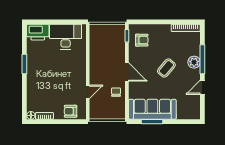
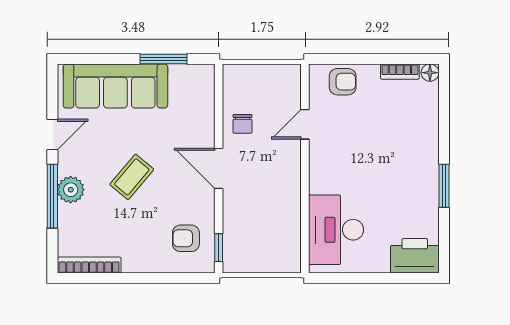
desk: (66, 37) -> (336, 230), moved, turned 90
sofa: (152, 109) -> (115, 86), moved

